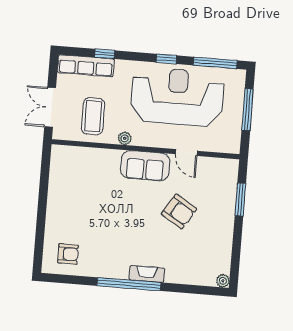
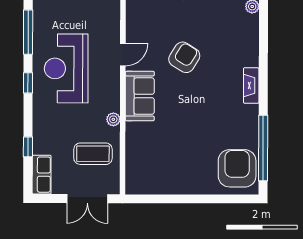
row of seats: (86, 66) -> (42, 175), width x0.68
reception desk: (177, 97) -> (66, 68), width x0.74, depth x0.77
armchair: (68, 254) -> (237, 168), width x1.88, depth x1.88
window: (129, 284) -> (263, 148), moved

